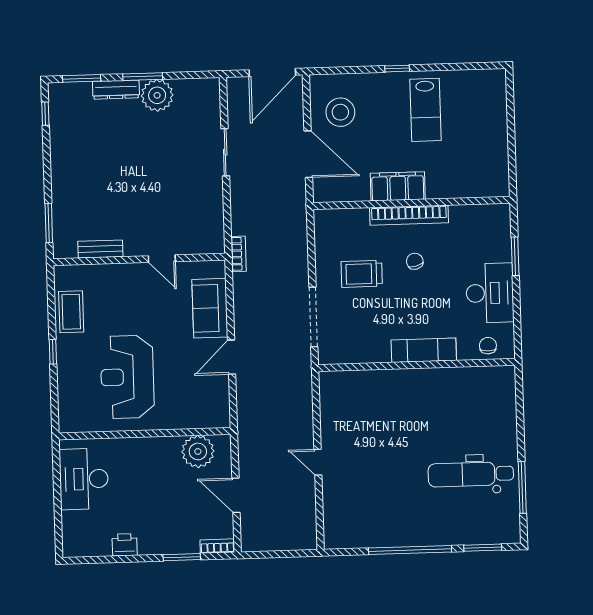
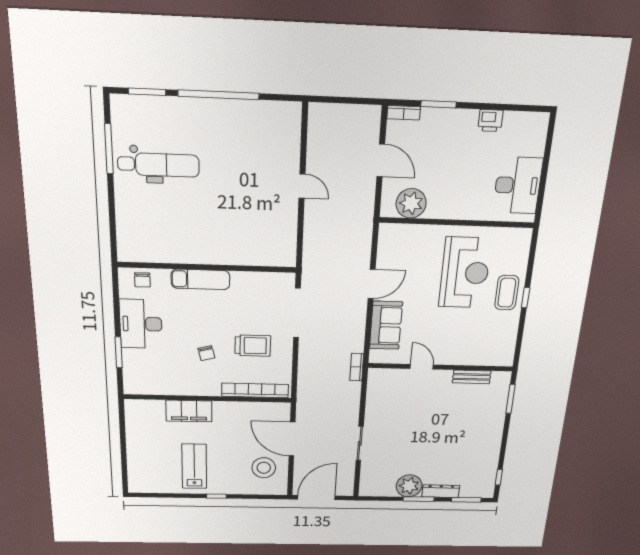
filing cabinet: (398, 186) -> (189, 411), moved
bookcase: (409, 215) -> (255, 390), moved
coffee table: (71, 312) -> (507, 293), moved

